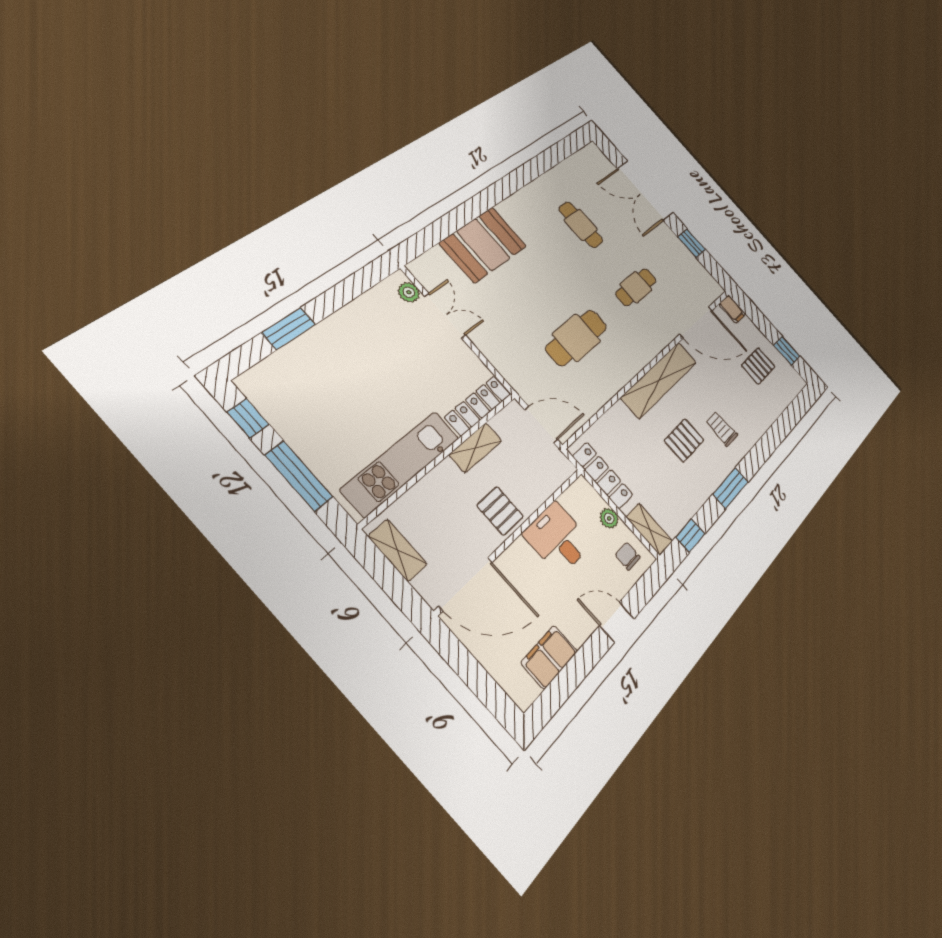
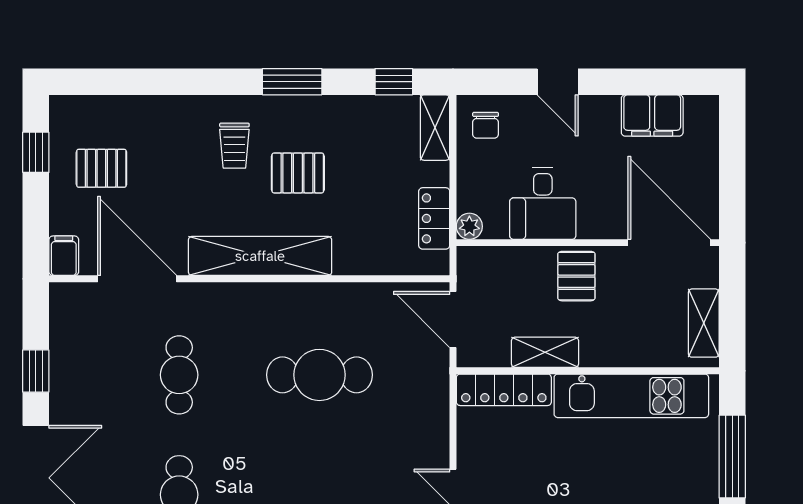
cafe table: (636, 287) -> (179, 375), turned 90
locker: (603, 475) -> (434, 218), width x0.66
plant: (609, 518) -> (469, 226), moved

